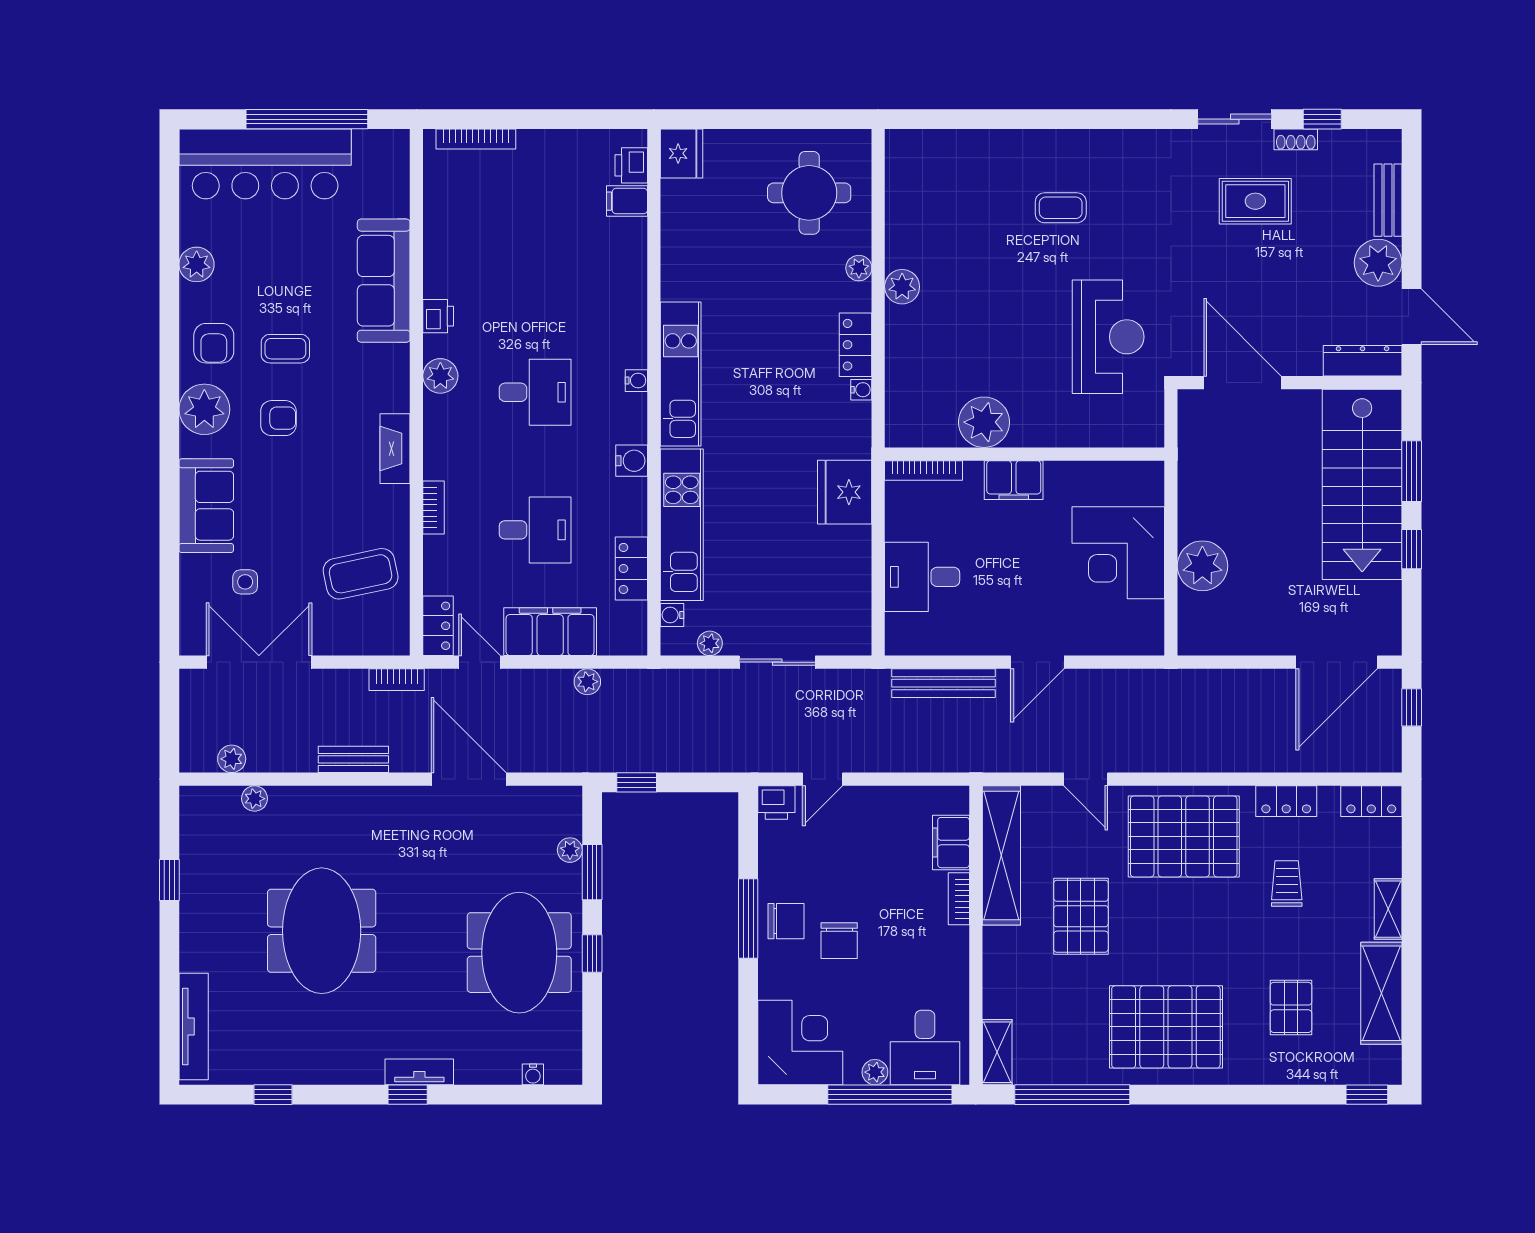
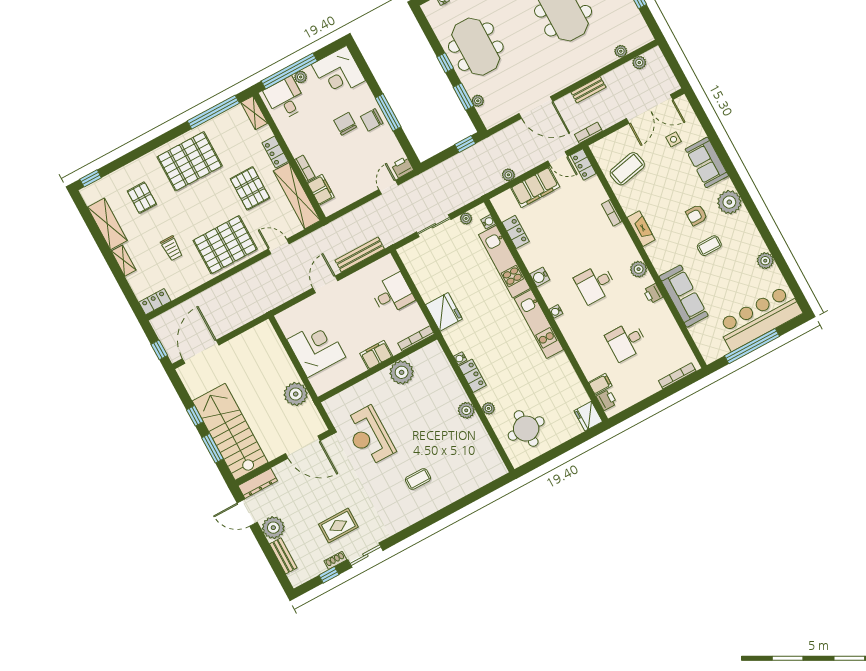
armchair: (214, 343) -> (740, 232), removed
desk: (535, 530) -> (626, 341), moved
plant: (1202, 566) -> (296, 394), moved
locker: (1286, 801) -> (275, 152), moved, turned -90

